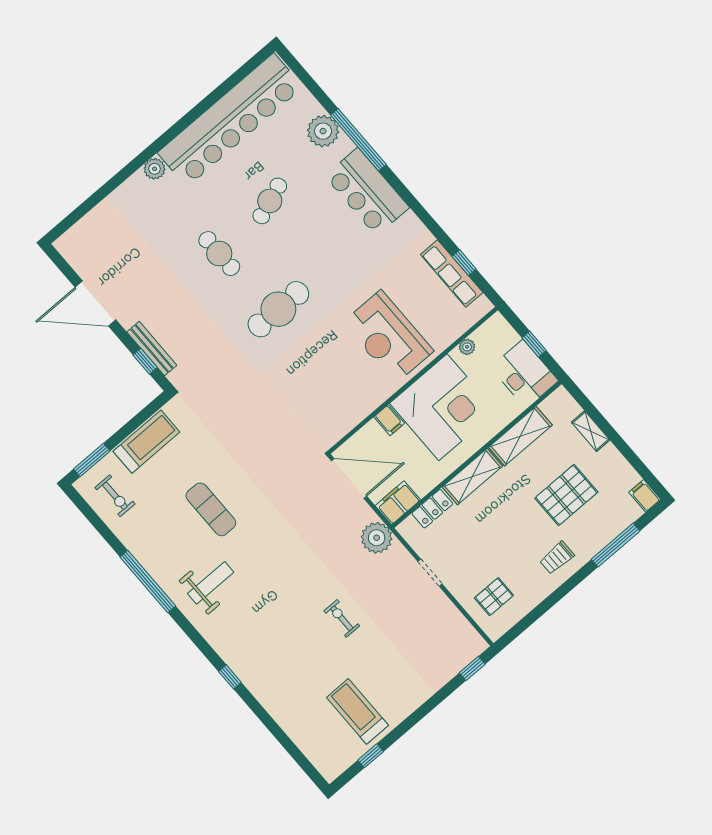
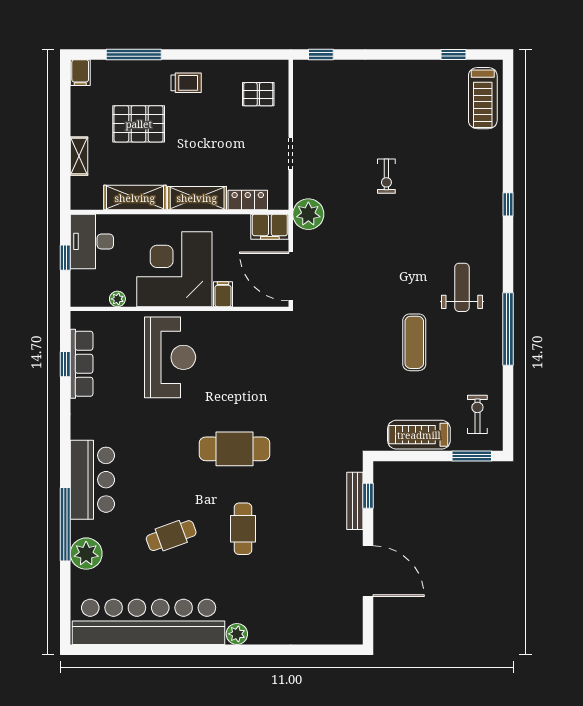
weight bench: (211, 583) -> (462, 287), turned 90
treadmill: (357, 711) -> (483, 98), moved

